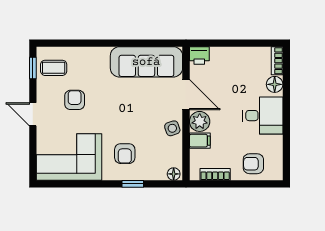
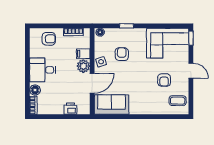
printer: (199, 55) -> (70, 109), moved
sofa: (146, 62) -> (112, 105), width x0.73
window: (33, 68) -> (191, 38), moved
door: (186, 95) -> (92, 83), swing flipped
armchair: (125, 154) -> (122, 54), moved

